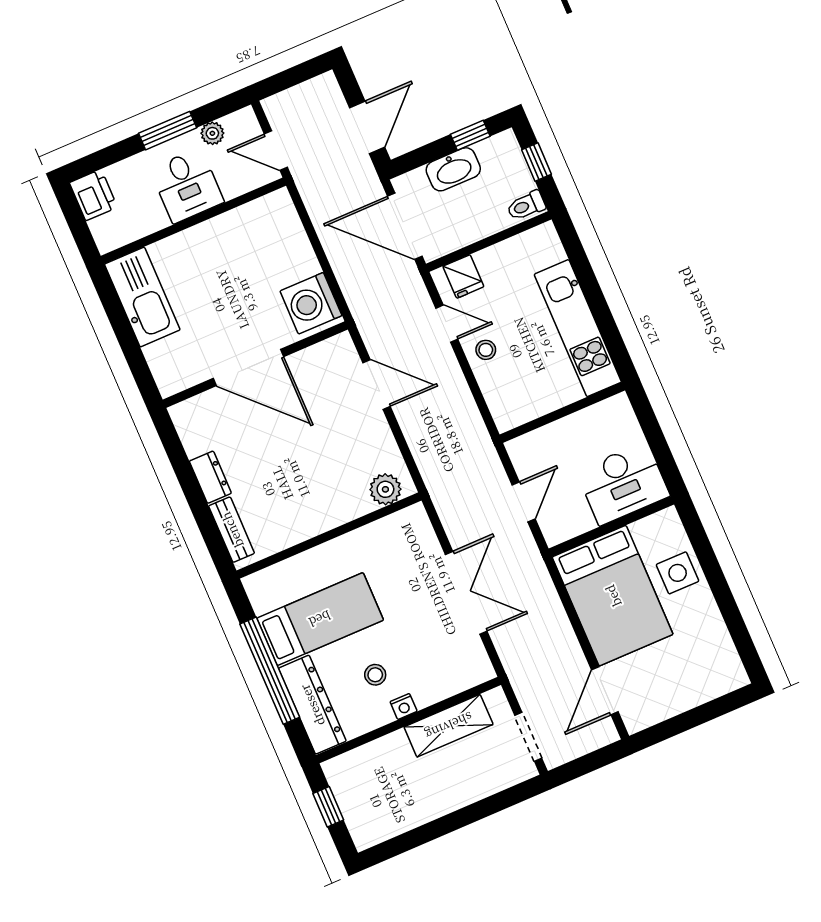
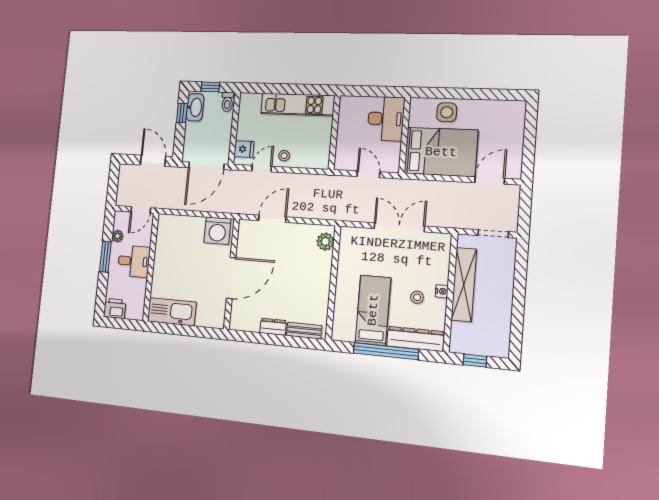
washbasin: (453, 169) -> (195, 107), moved
door: (605, 691) -> (490, 180), swing flipped
shelving: (449, 726) -> (464, 285), width x1.47

